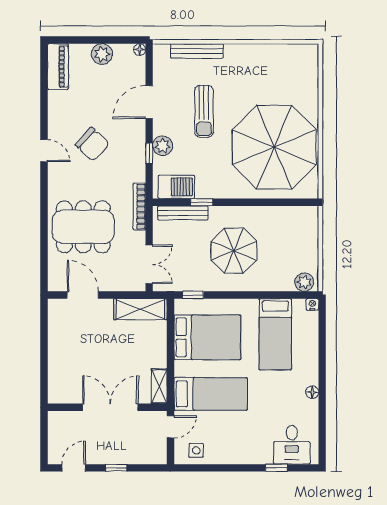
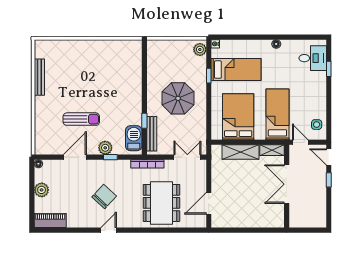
bench: (197, 51) -> (39, 77), moved
door: (149, 102) -> (75, 157), swing flipped
parasol: (274, 147) -> (106, 70), removed
window: (193, 295) -> (209, 76), moved
shelving: (140, 309) -> (240, 152), moved, turned 90
door: (74, 468) -> (329, 157), moved

